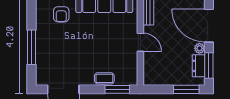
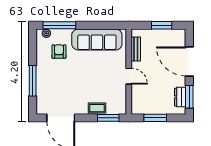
armchair: (61, 14) -> (59, 52), turned 180
plant: (199, 48) -> (181, 82), removed
window: (186, 89) -> (155, 118), moved

